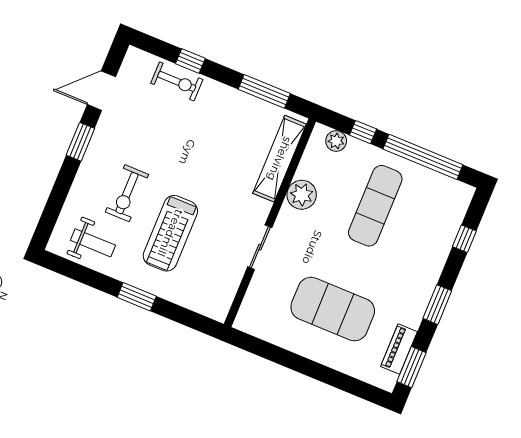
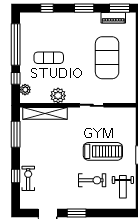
exercise mat: (375, 206) -> (49, 58), width x0.73, depth x0.69
weight bench: (93, 243) -> (123, 187), turned 180

